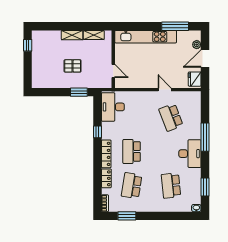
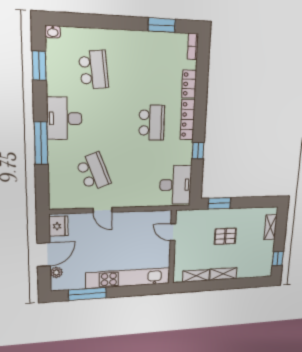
shelving: (36, 72) -> (271, 227), added
school desk: (132, 186) -> (153, 72), removed

